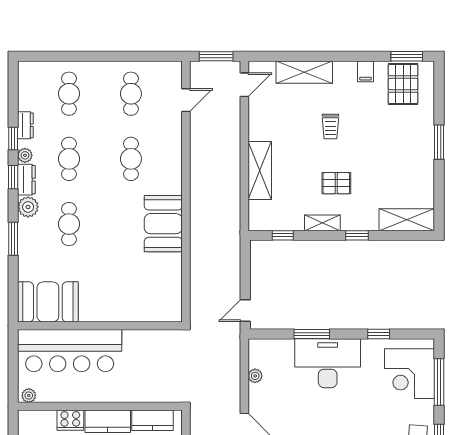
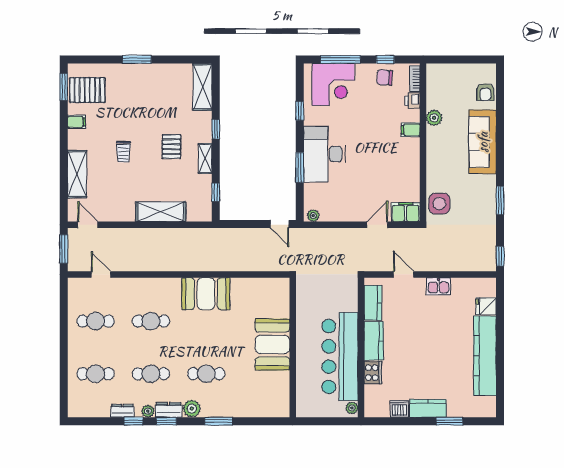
trolley: (330, 126) -> (123, 152), turned 90
booth: (48, 302) -> (272, 344), moved
bar counter: (70, 351) -> (340, 357), moved, turned 180
plant: (255, 376) -> (313, 216), moved

